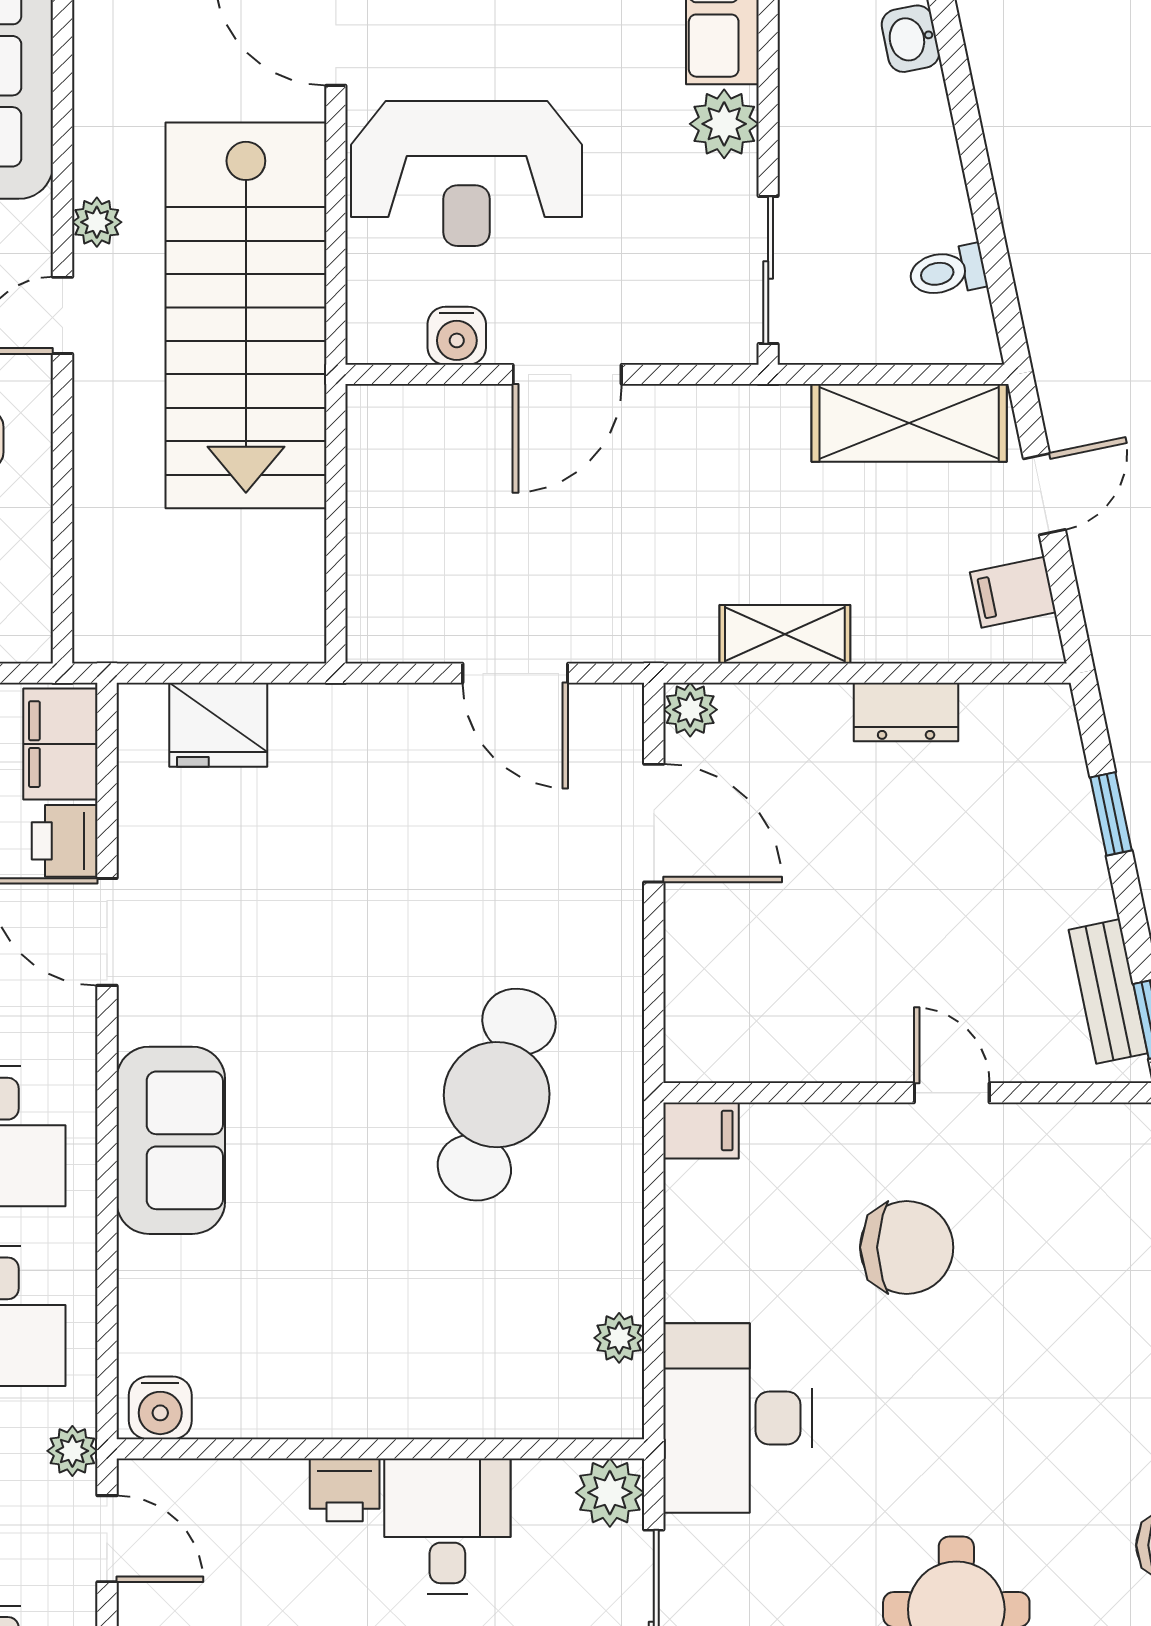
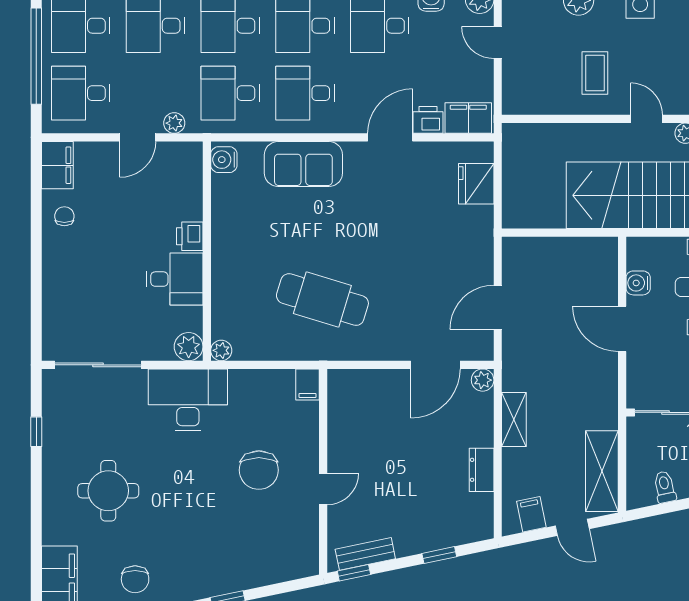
water cooler: (160, 1408) -> (224, 160), moved
wall: (380, 1449) -> (207, 251), moved
printer: (345, 1490) -> (190, 236), moved
plant: (610, 1493) -> (189, 347), moved
desk: (447, 1526) -> (175, 279), moved

